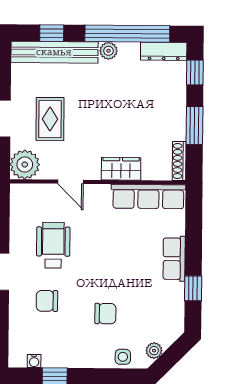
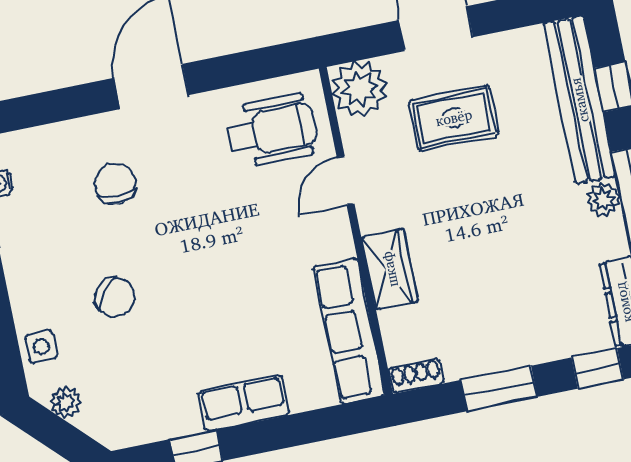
shoe rack: (179, 161) -> (416, 376), width x0.70
wheelchair: (53, 245) -> (272, 131), moved
chair: (105, 314) -> (115, 297), turned -51

